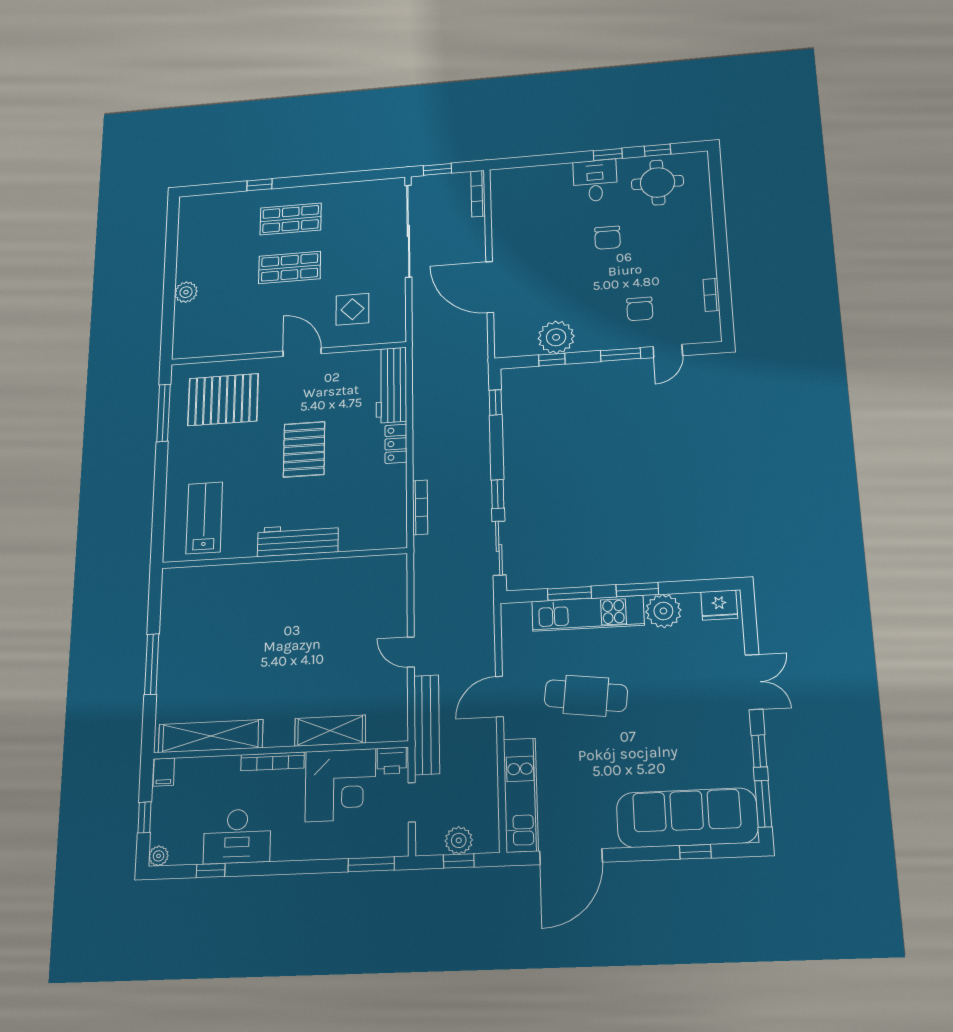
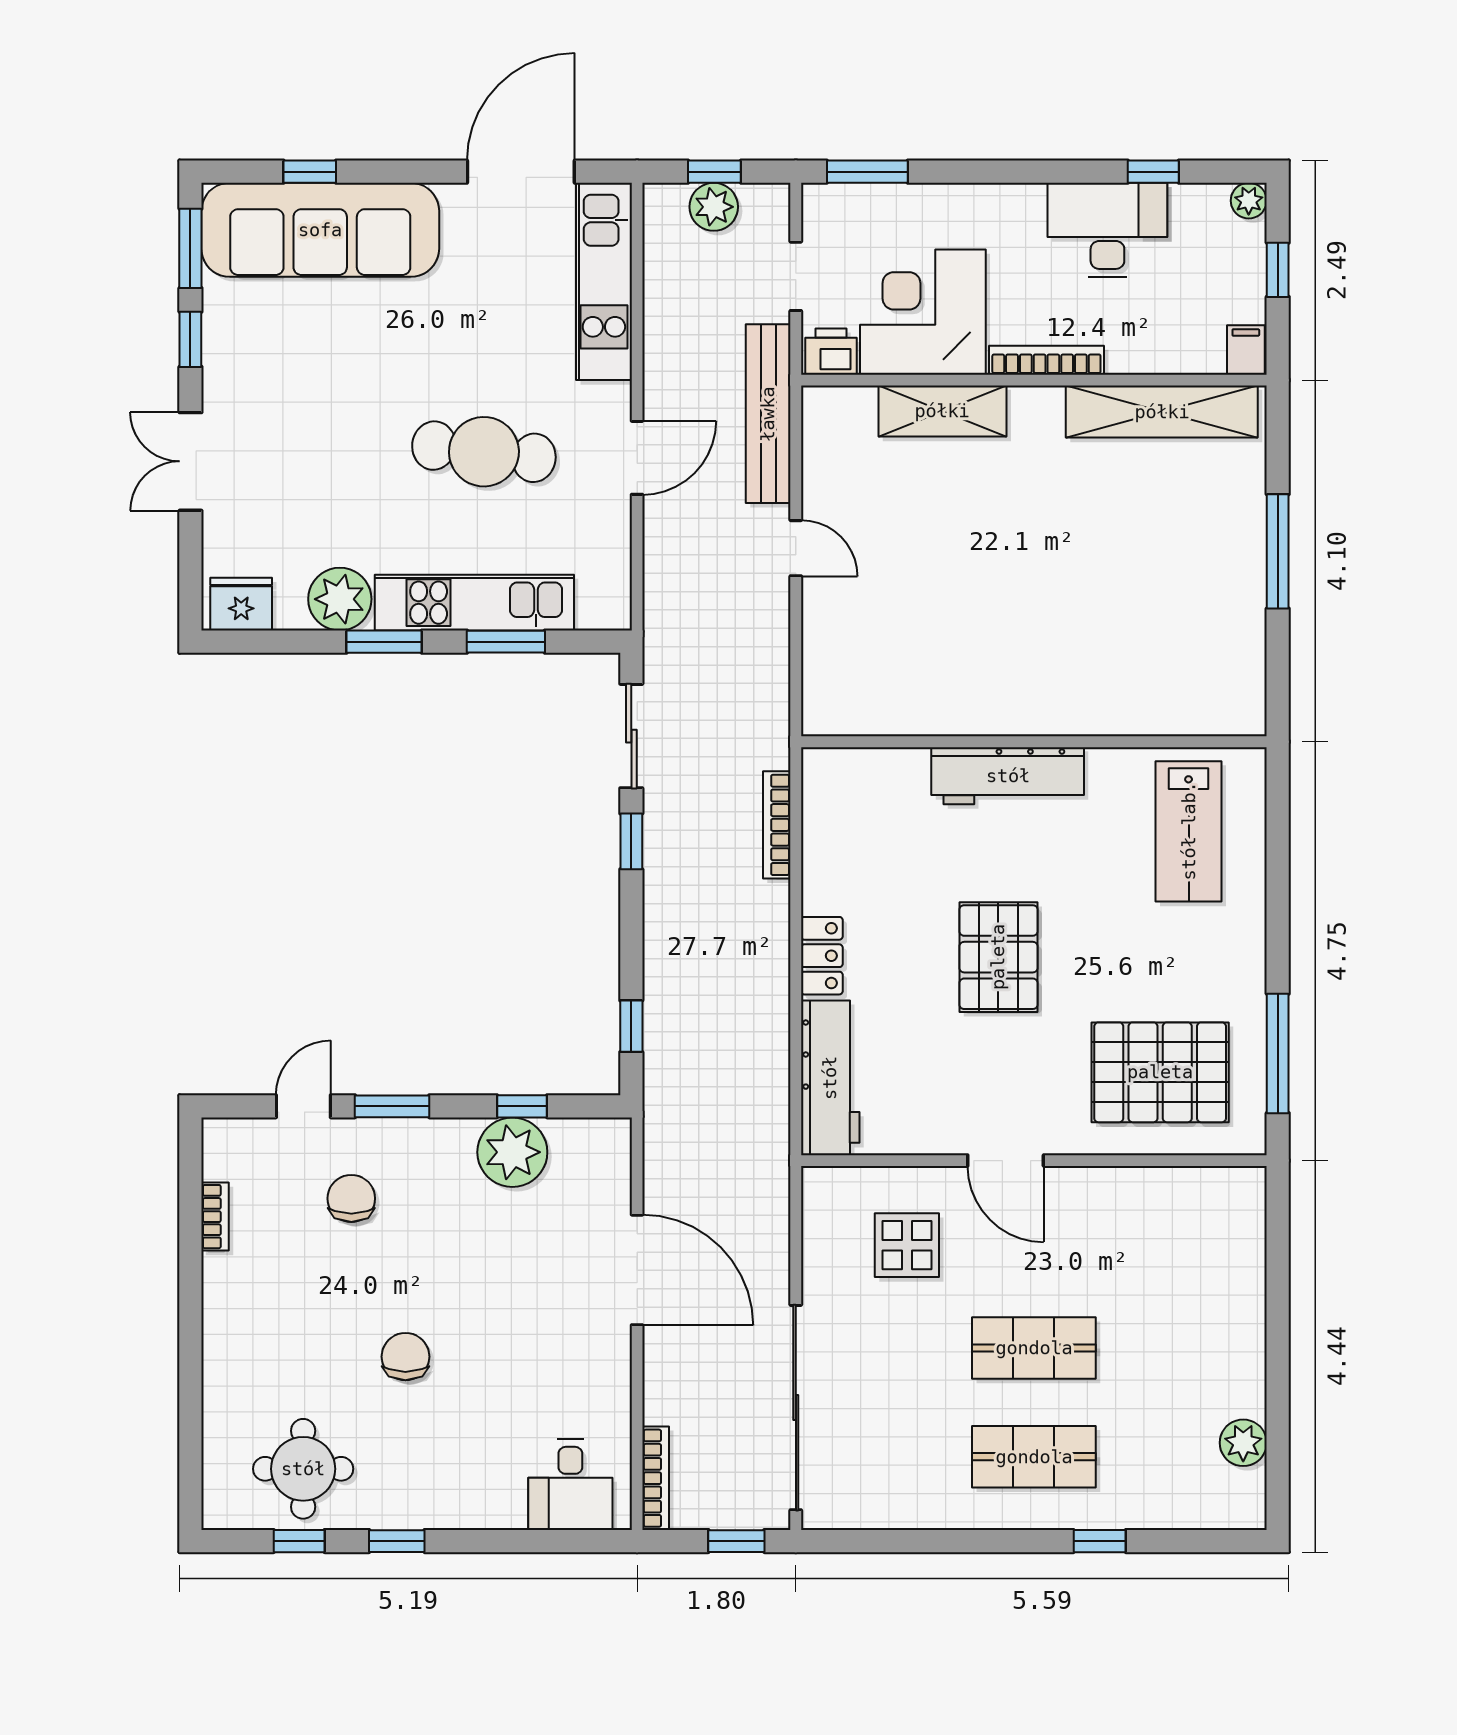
desk: (595, 181) -> (570, 1485), moved
plant: (186, 292) -> (1243, 1443), moved

